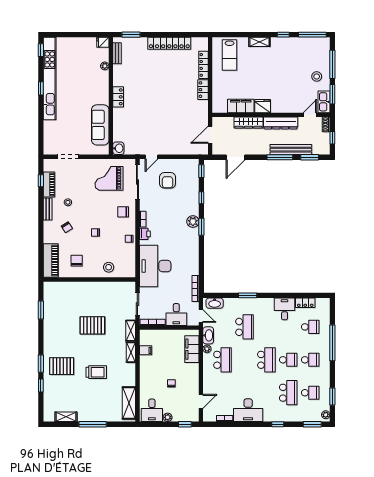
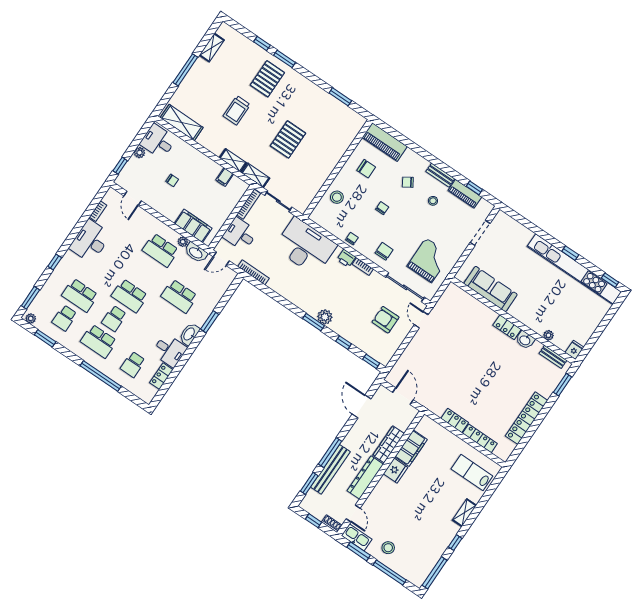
washbasin: (118, 148) -> (525, 340), moved
washbasin: (215, 303) -> (189, 334), moved
school desk: (310, 360) -> (99, 341), width x1.85

